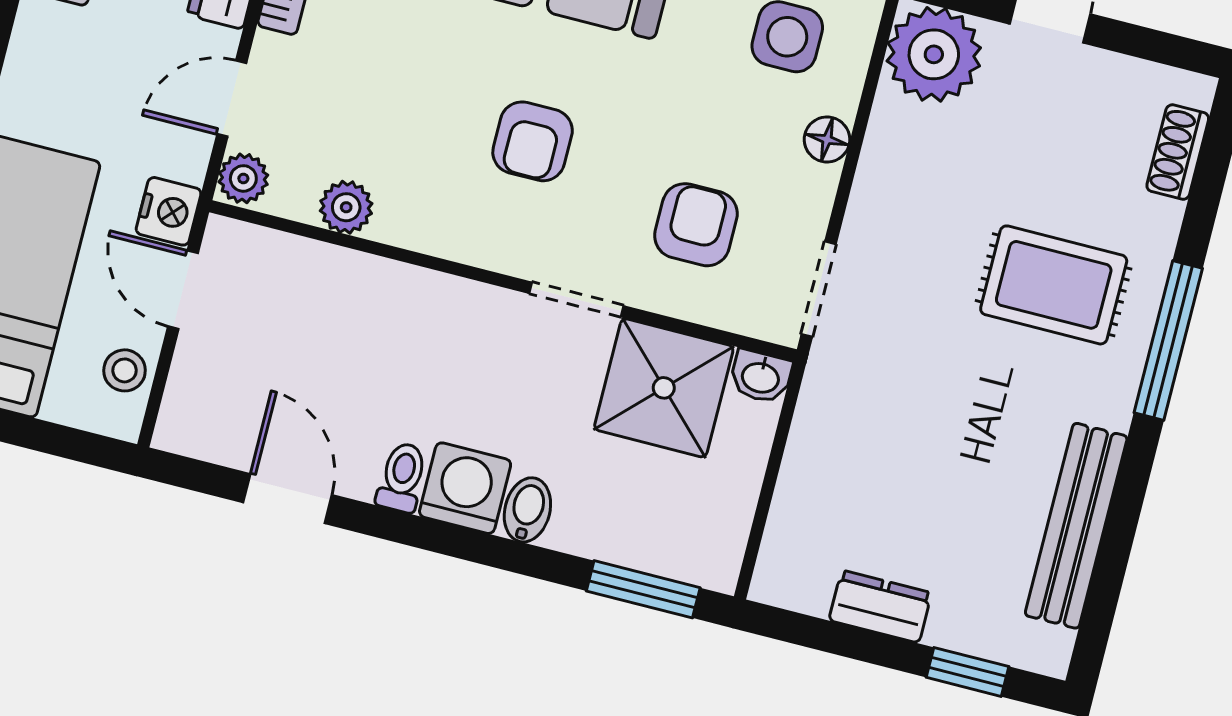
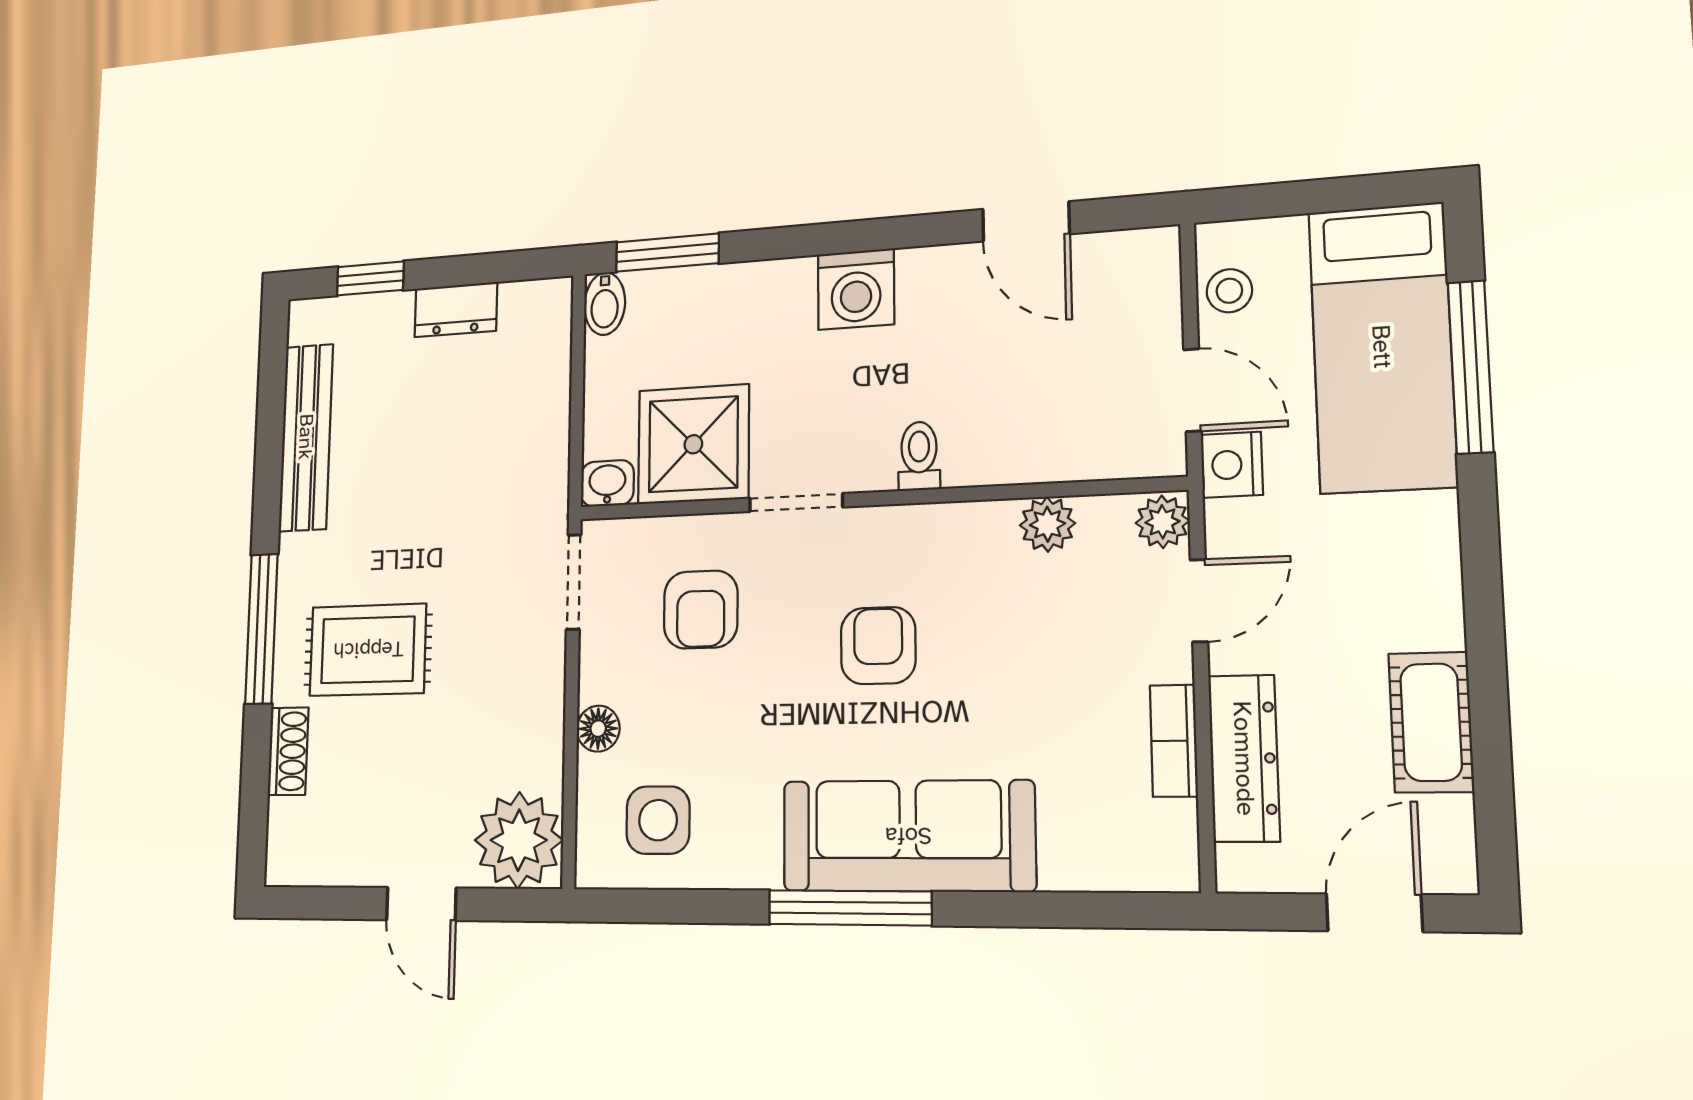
shoe rack: (1178, 152) -> (288, 751), moved
toilet: (402, 477) -> (919, 456), moved, turned 180
bidet: (527, 510) -> (605, 304), moved

